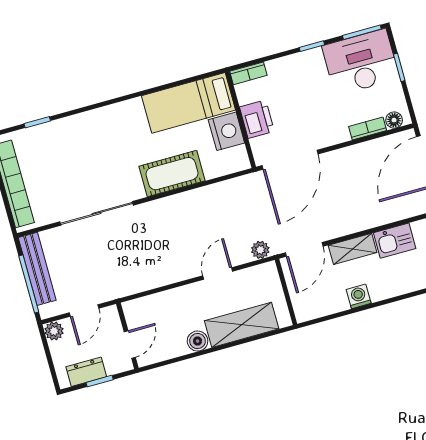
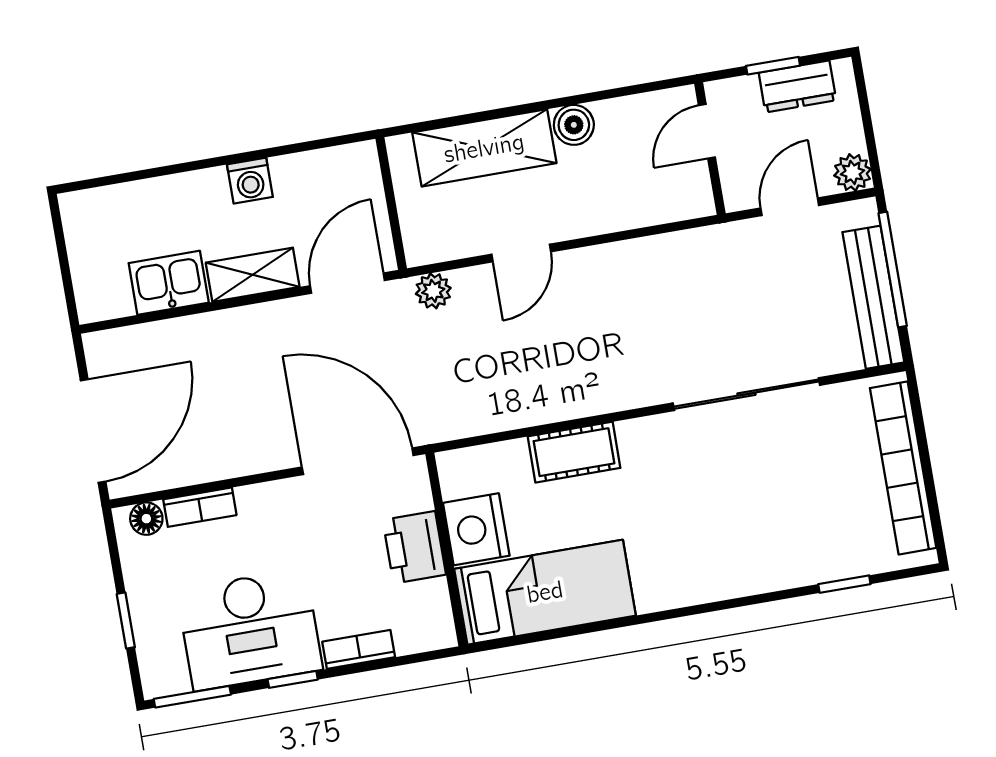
desk: (361, 62) -> (250, 630), moved
bookcase: (248, 73) -> (359, 649), moved
door: (290, 160) -> (358, 461), hinge flipped
cot: (172, 174) -> (574, 452), width x0.73, depth x0.75

